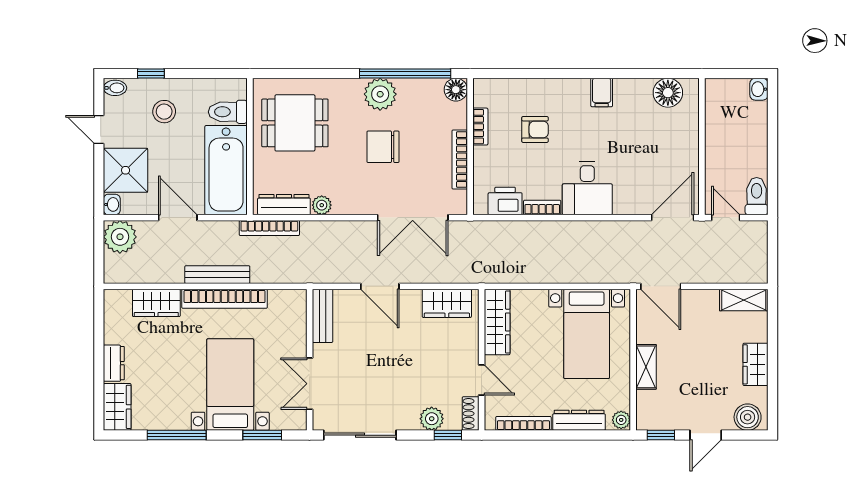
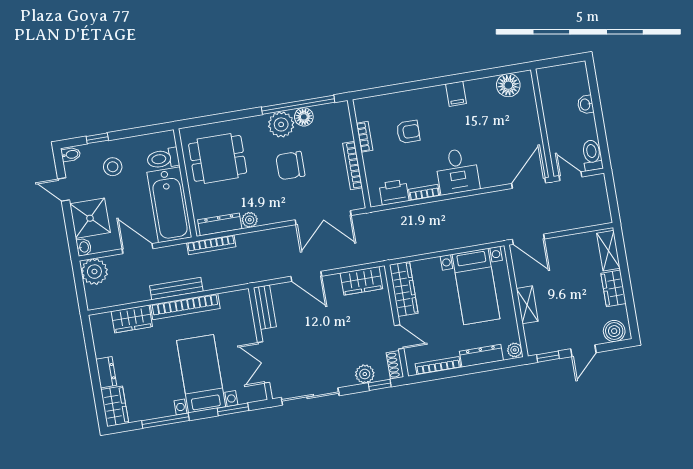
washbasin: (759, 89) -> (586, 104), moved
floor lamp: (456, 90) -> (304, 117), moved
shelving: (744, 300) -> (608, 251), moved, turned 90

